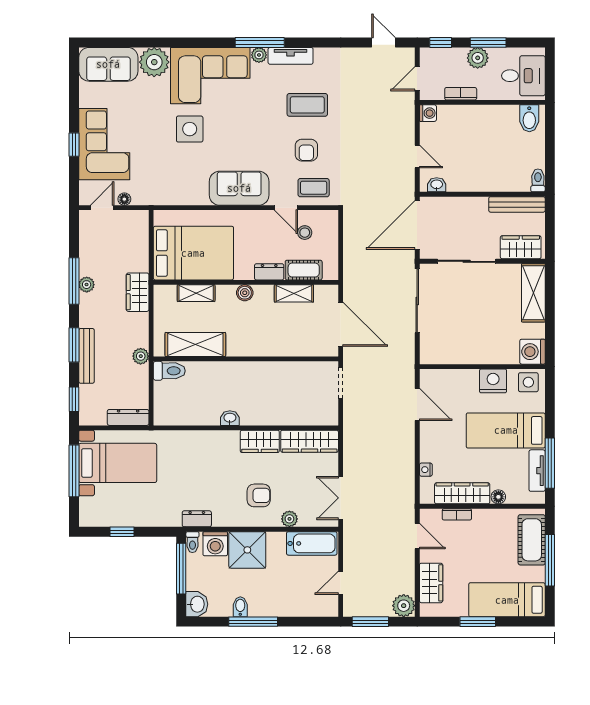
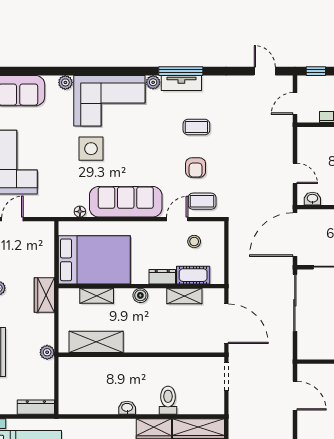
window: (260, 42) -> (181, 71), moved
plant: (154, 62) -> (65, 82), width x0.53, depth x0.53
coffee table: (307, 105) -> (196, 127), width x0.73, depth x0.77
washing machine: (428, 113) -> (305, 134), removed
sofa: (239, 188) -> (126, 202), width x1.36
floor lamp: (124, 199) -> (80, 212), moved
door: (286, 208) -> (177, 219), swing flipped
toilet: (169, 371) -> (168, 400), moved, turned -90

